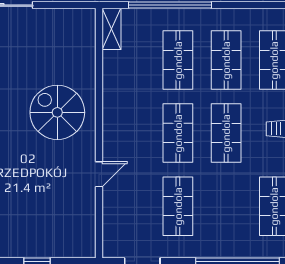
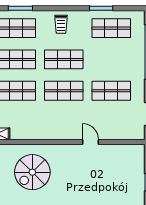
spiral stairs: (57, 112) -> (32, 172), moved

